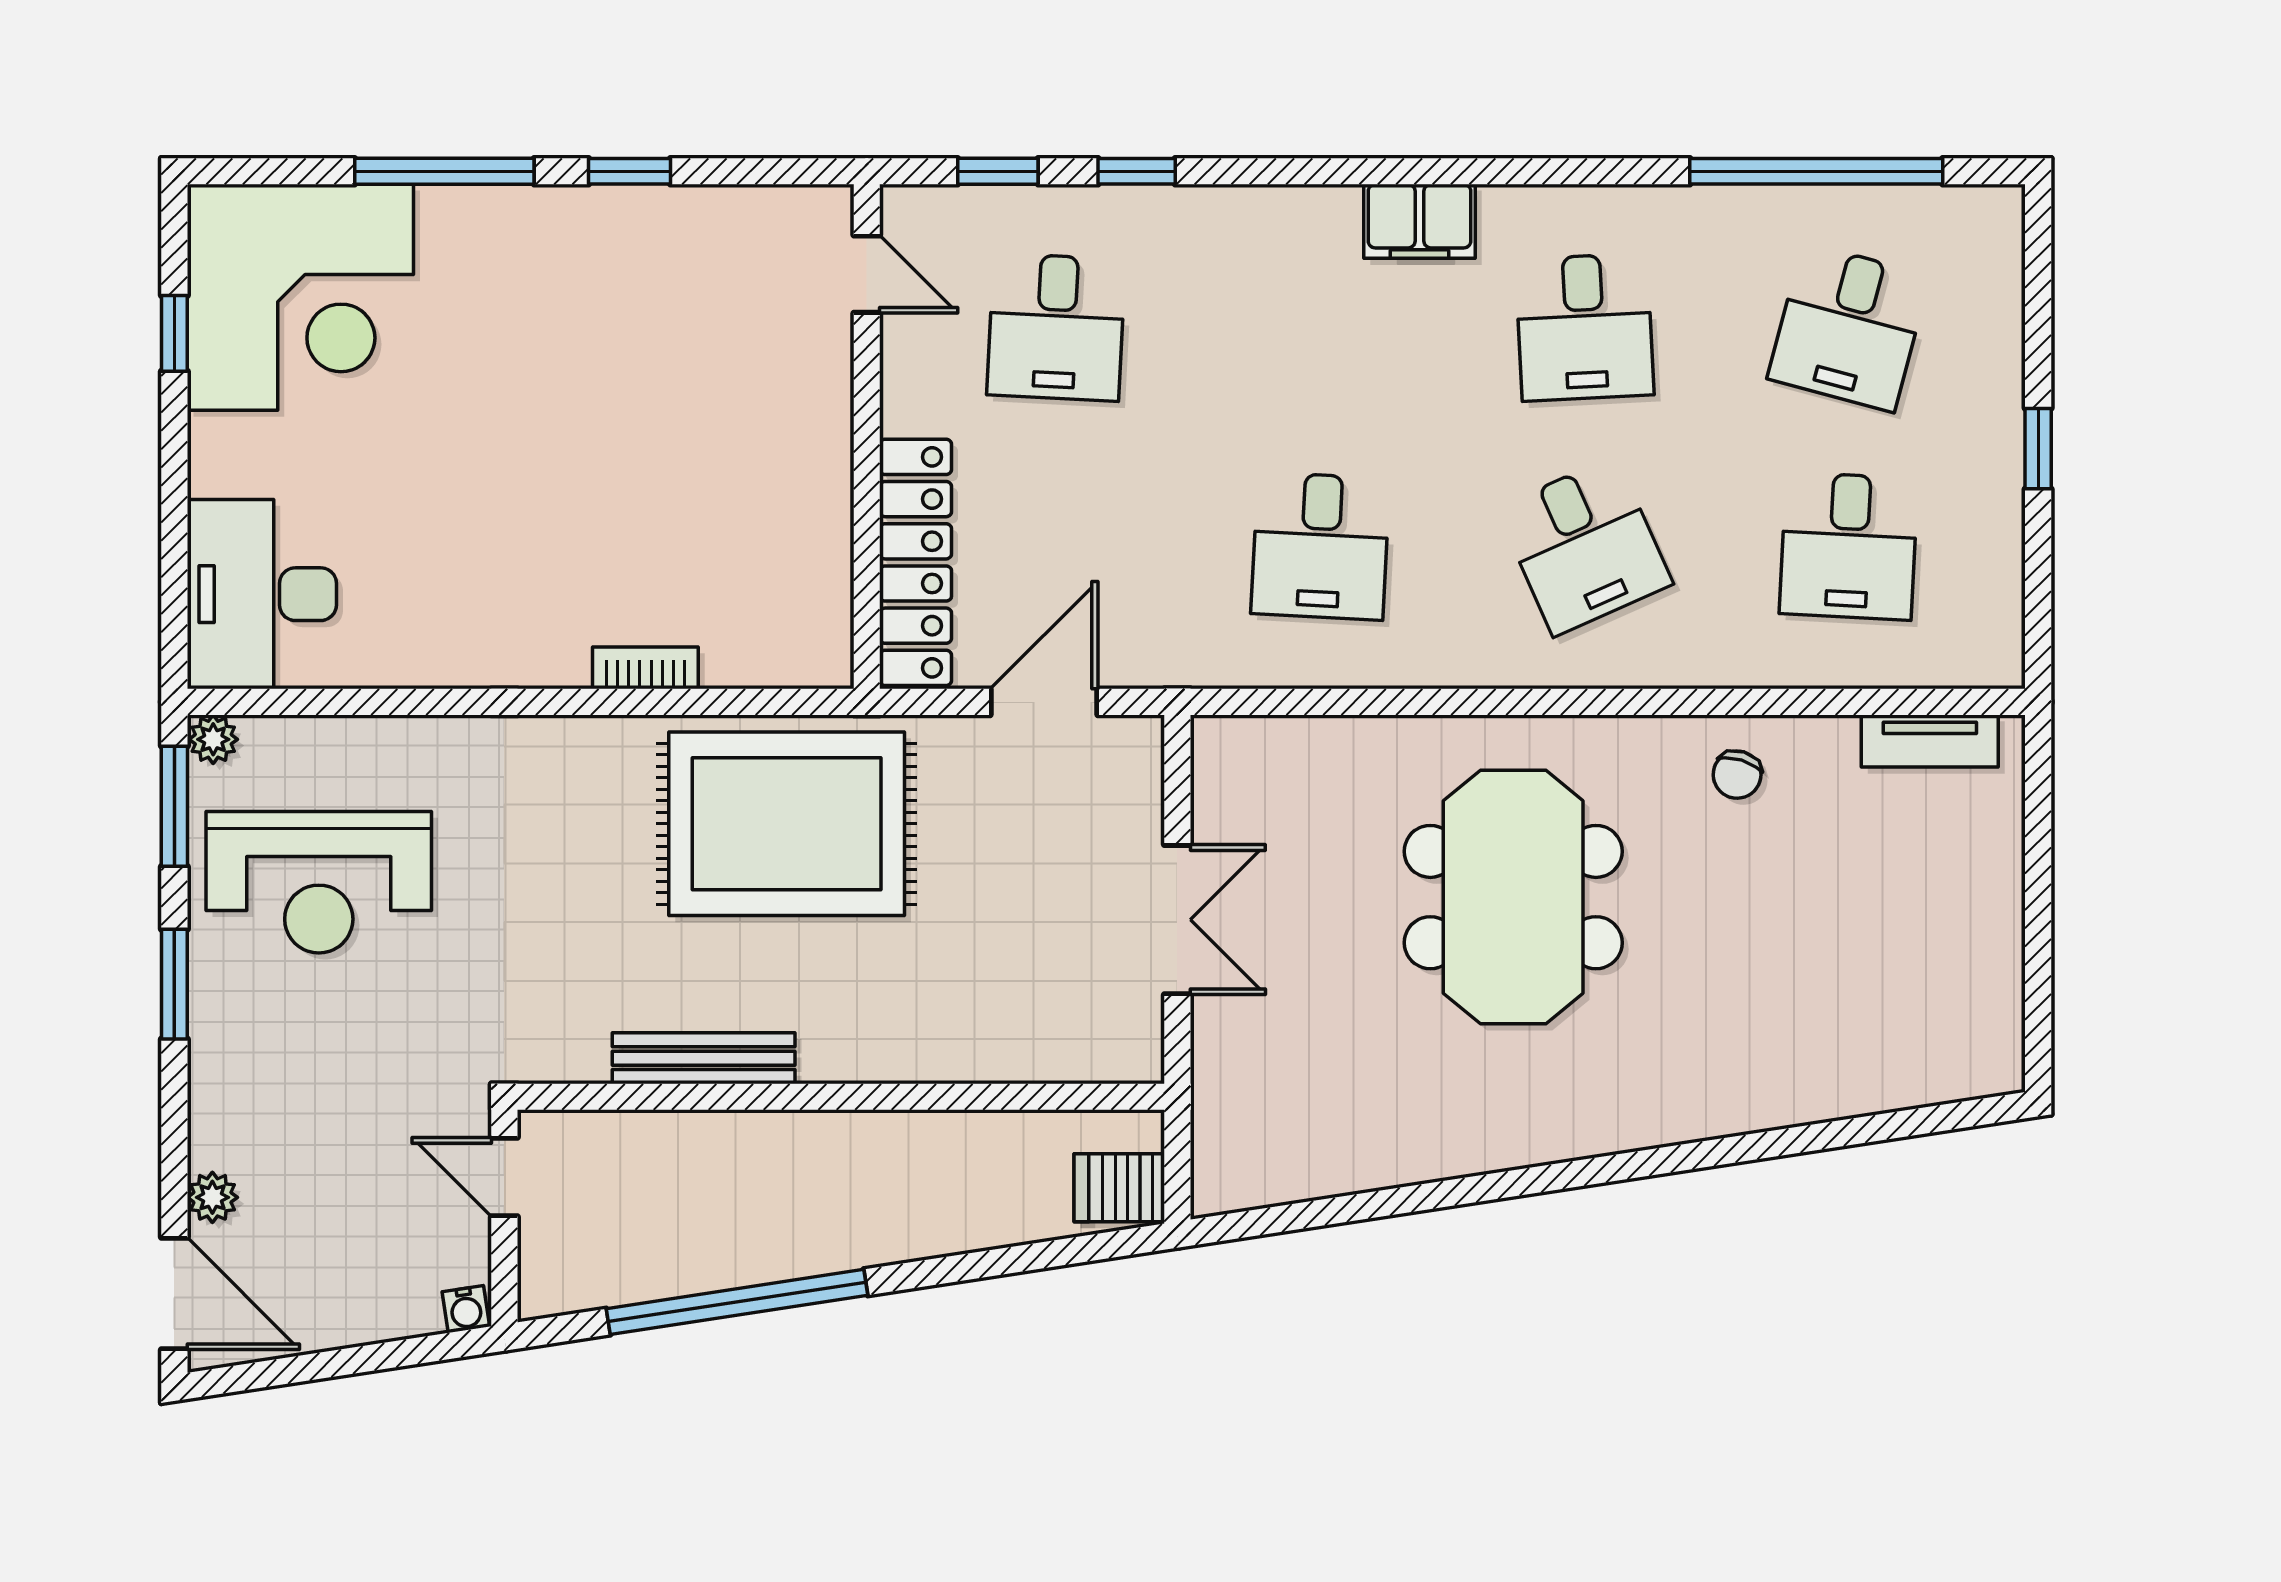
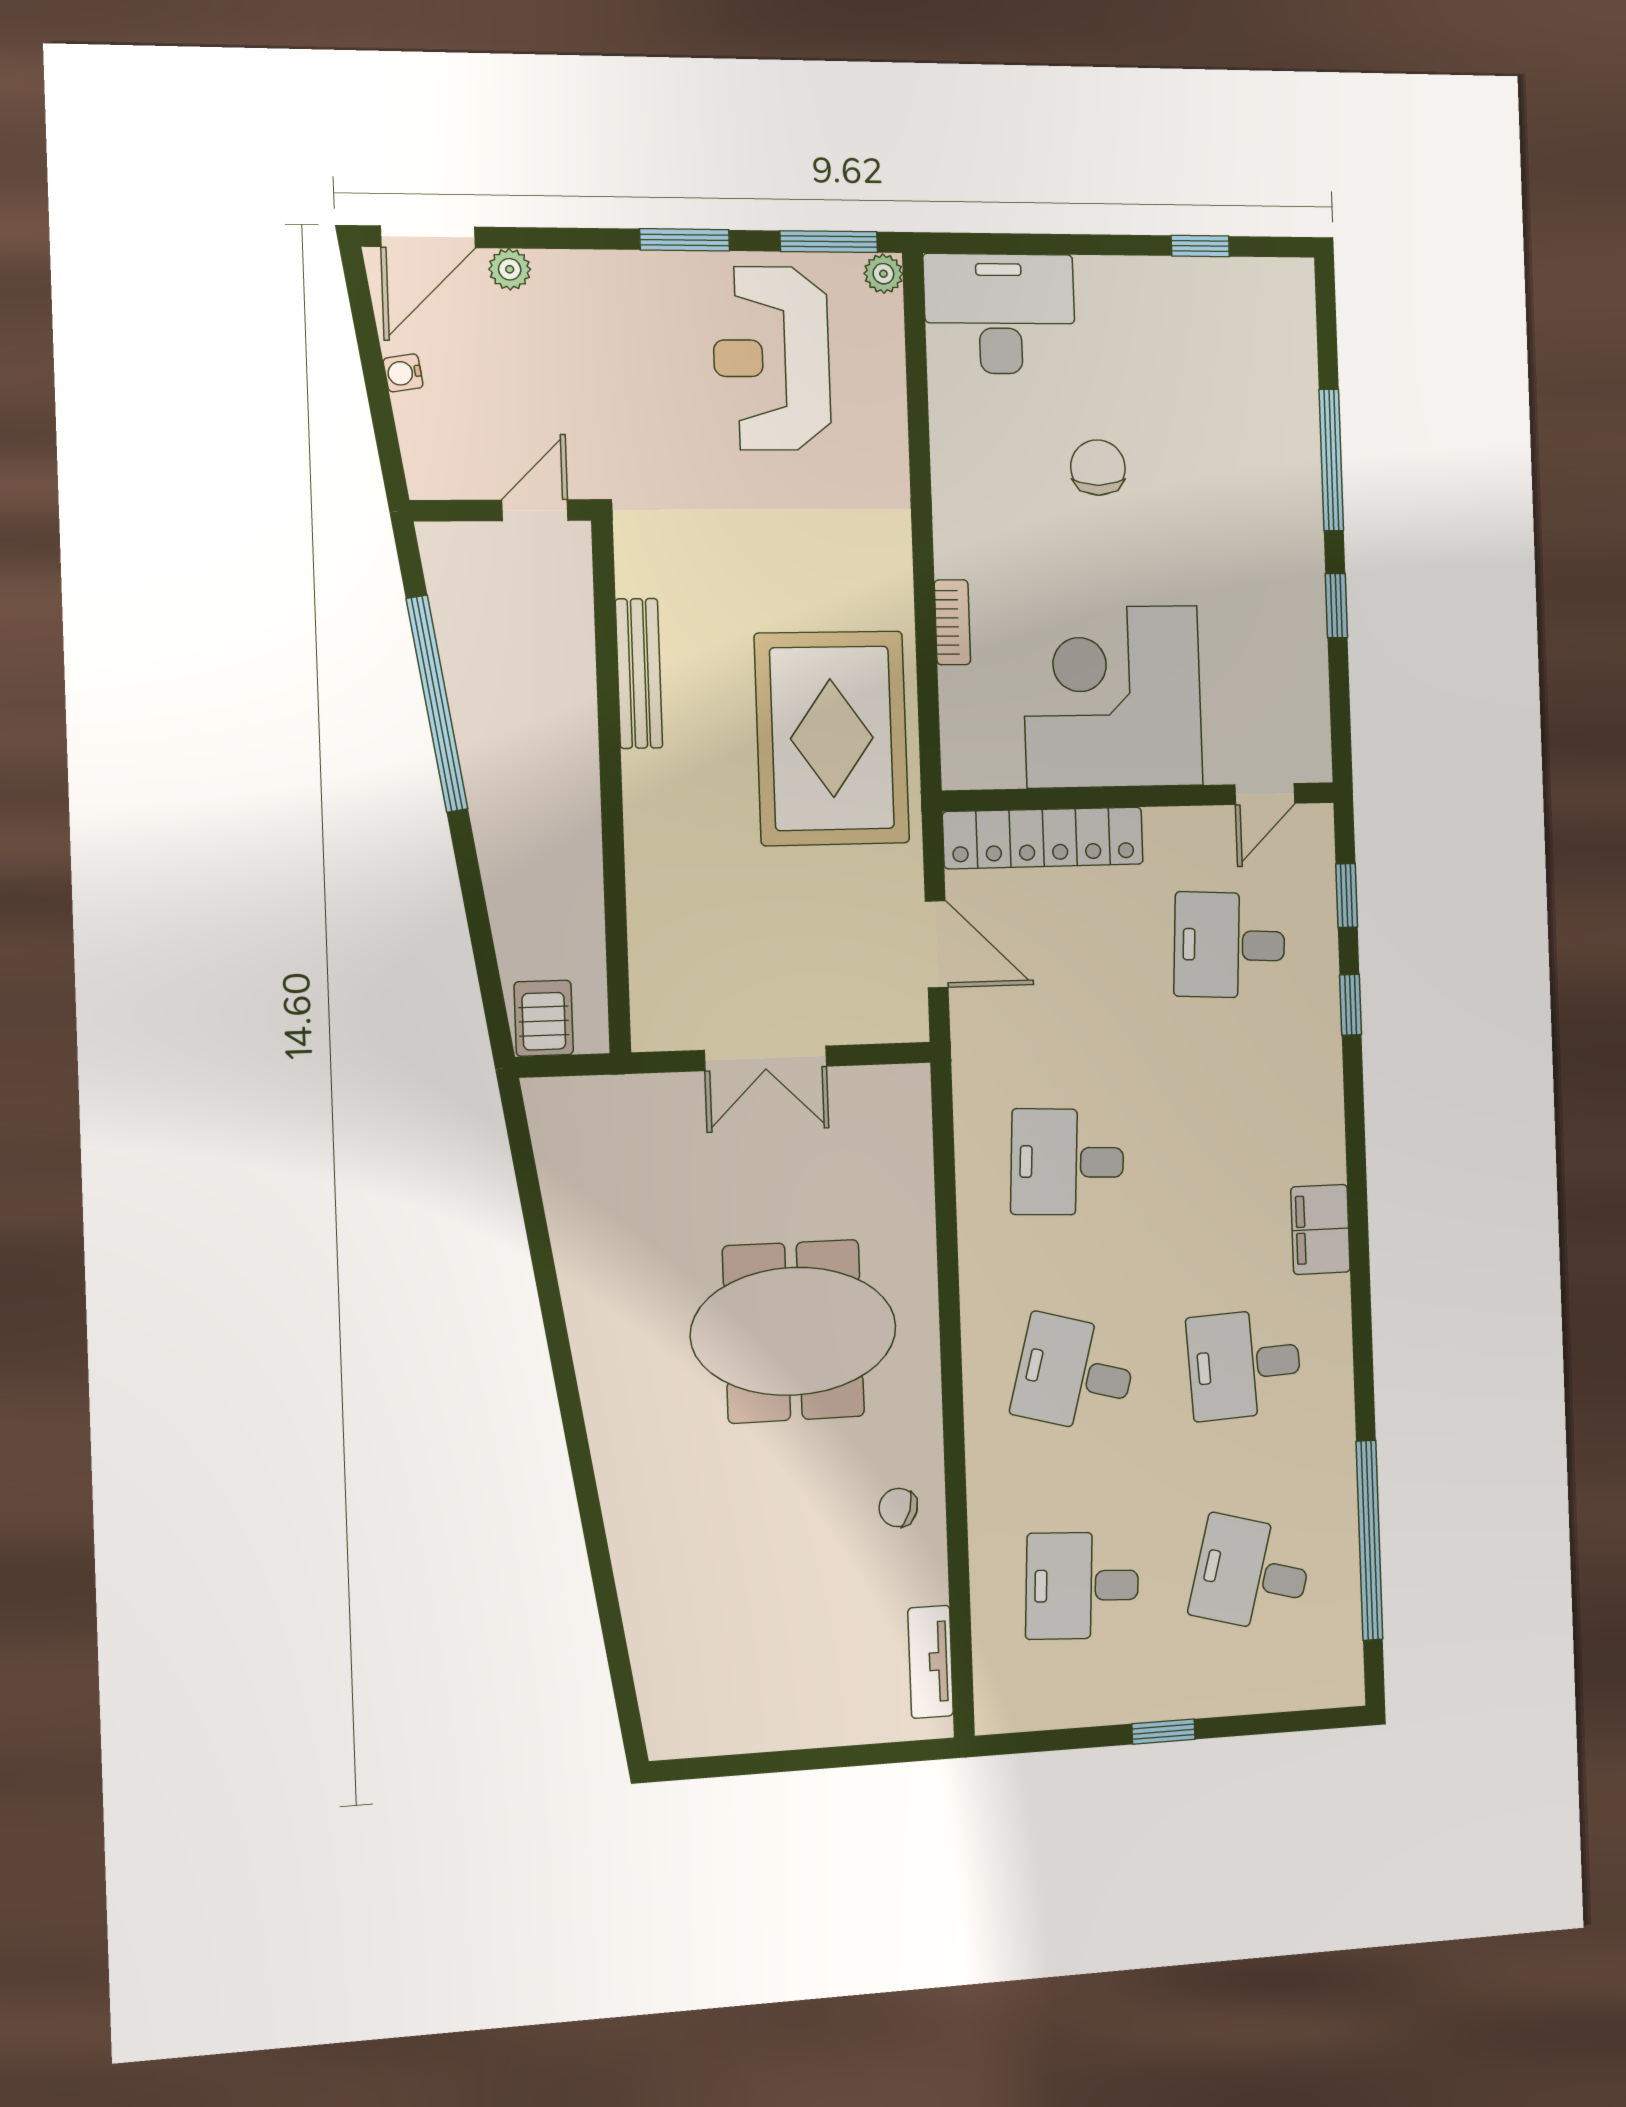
corner desk: (300, 297) -> (1112, 697), moved, turned 90
chair: (454, 476) -> (1098, 468), added
desk: (1585, 546) -> (1075, 1374), turned 39
water cooler: (466, 1309) -> (403, 373), moved

